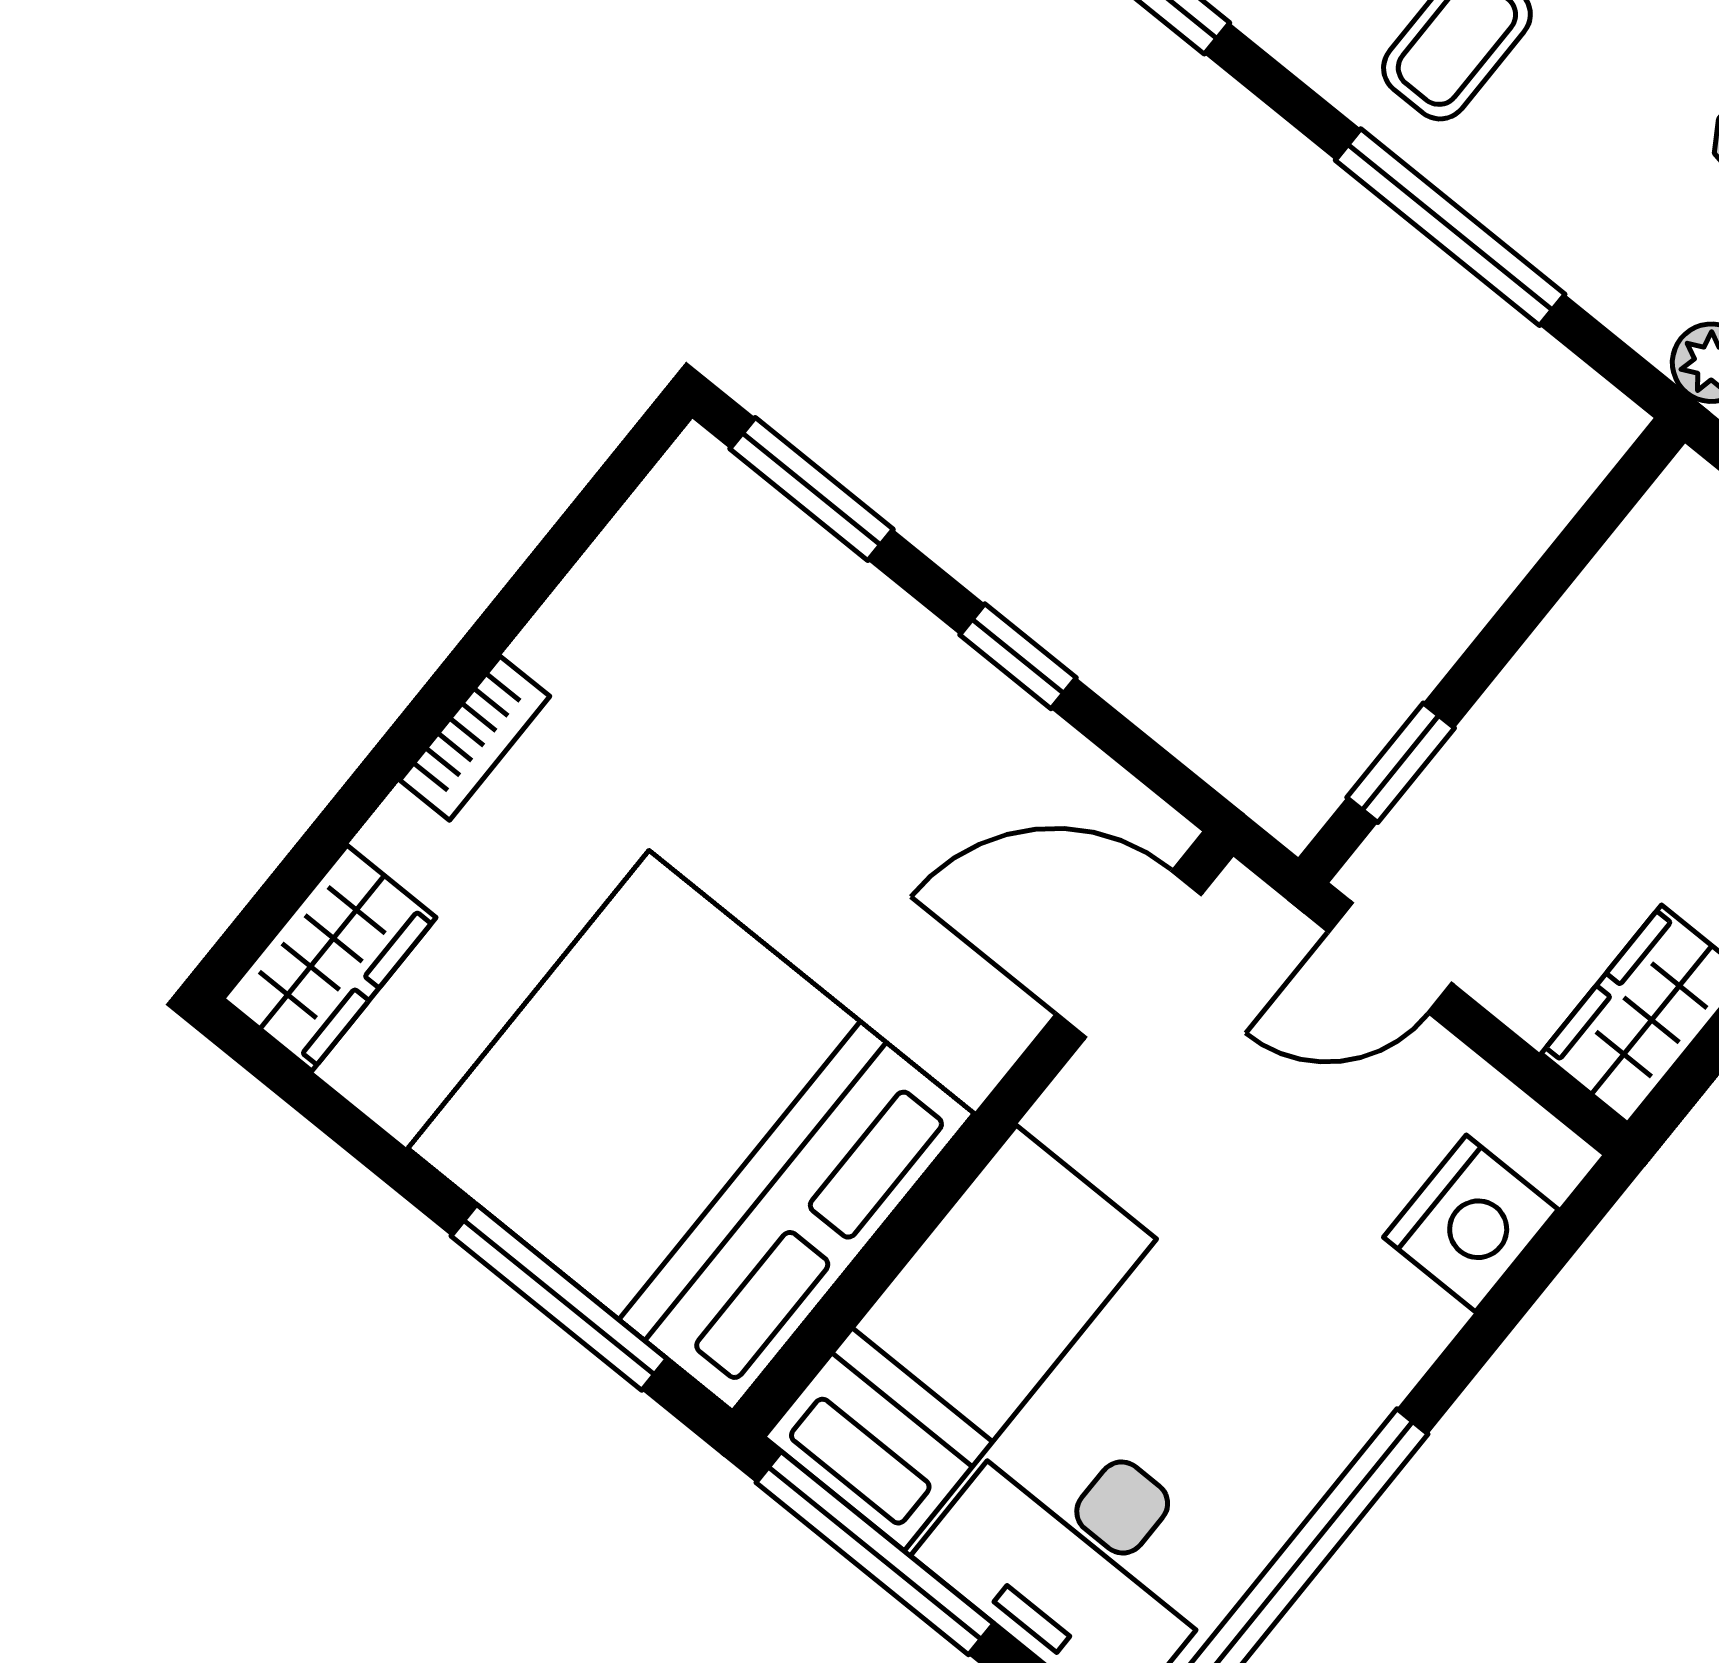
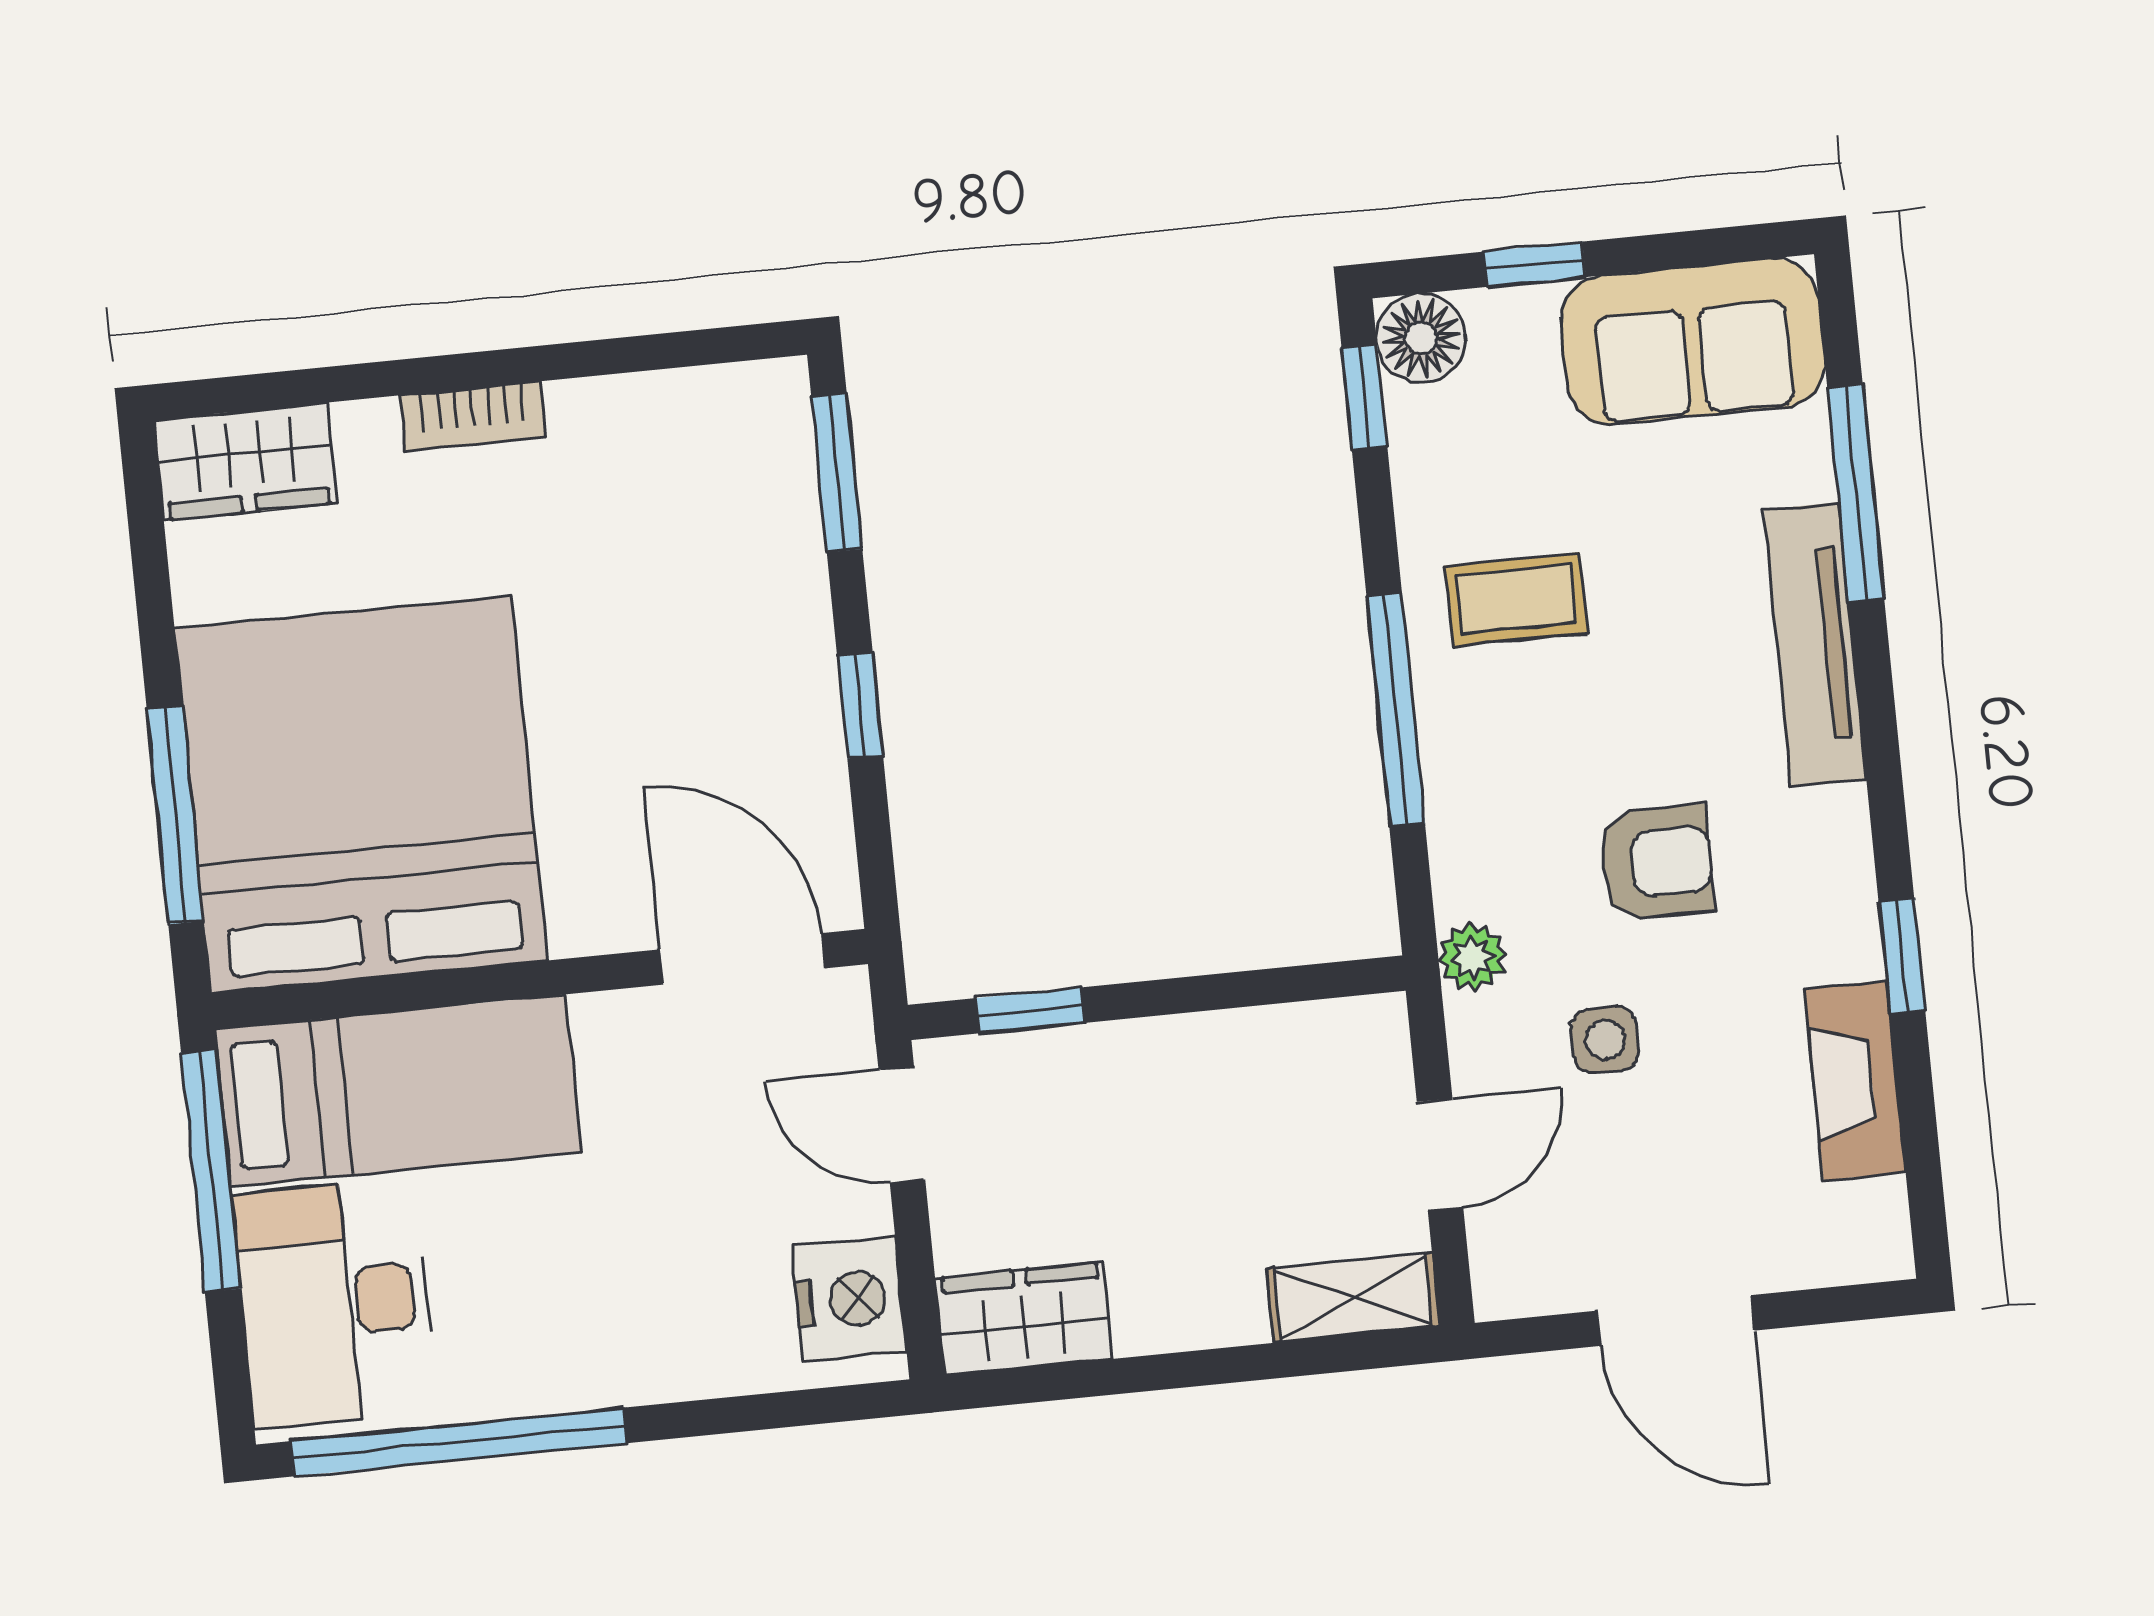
nightstand: (1471, 1223) -> (849, 1299), moved, turned -90

